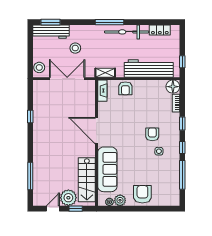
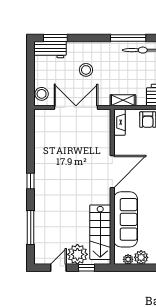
workbench: (51, 32) -> (50, 50), width x0.73
window: (30, 117) -> (31, 181), moved
door: (97, 131) -> (112, 172), swing flipped

